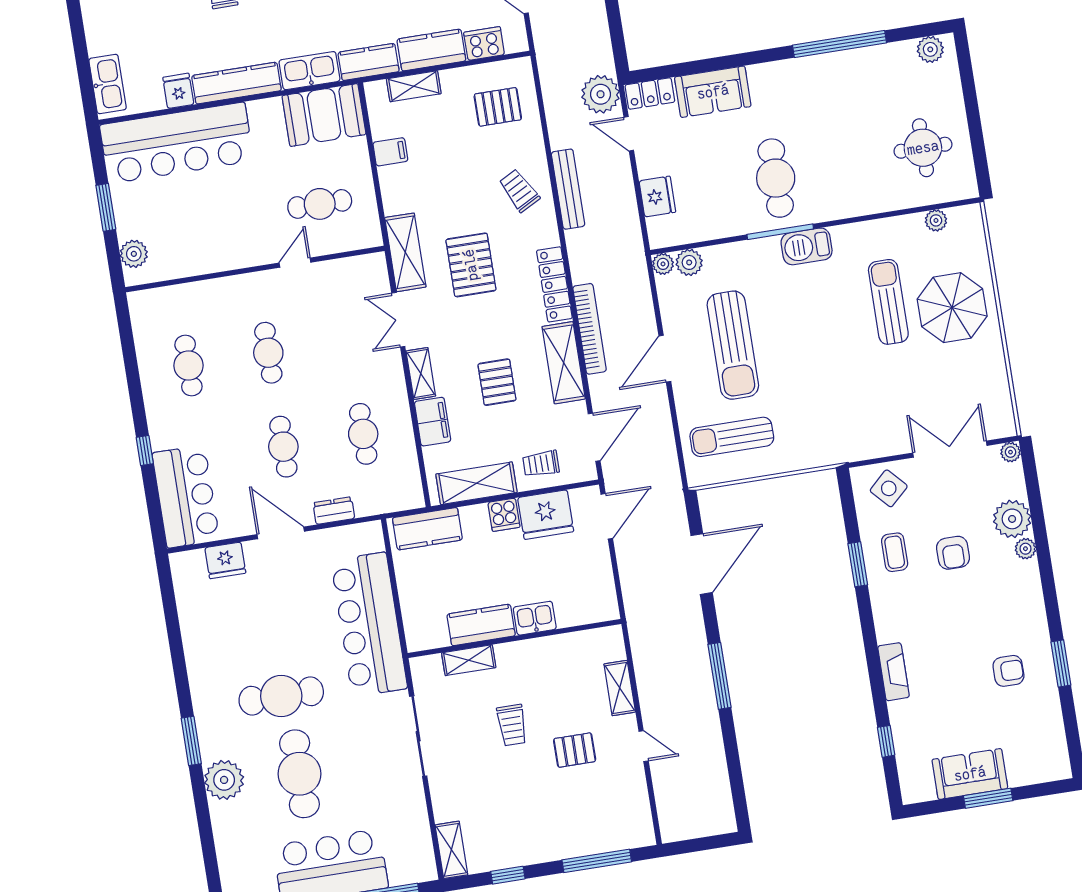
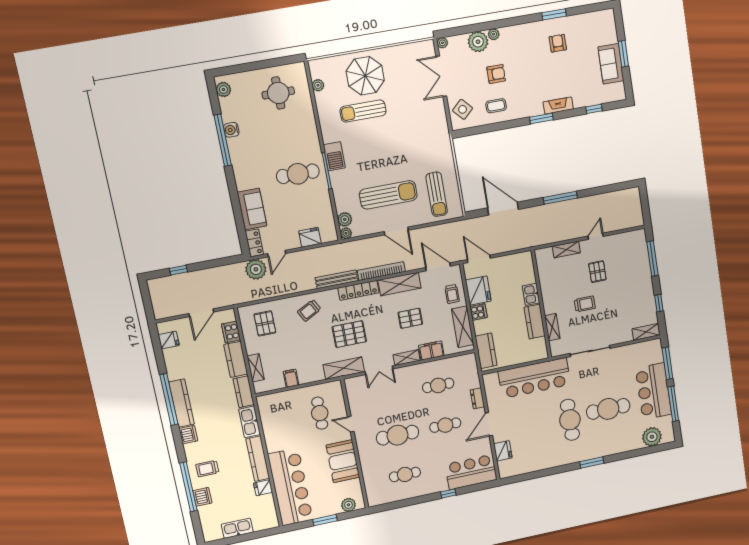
water cooler: (858, 60) -> (231, 130), added
kitchen sink: (108, 84) -> (237, 528), moved
booth: (324, 115) -> (343, 461), moved
bench: (568, 189) -> (337, 279), moved
cafe table: (268, 353) -> (398, 435), width x1.37, depth x1.35
window: (858, 564) -> (541, 118), moved
plant: (224, 780) -> (652, 437), moved

